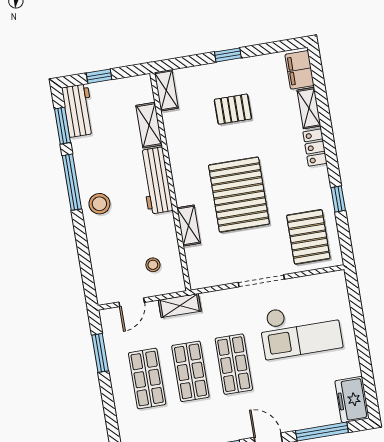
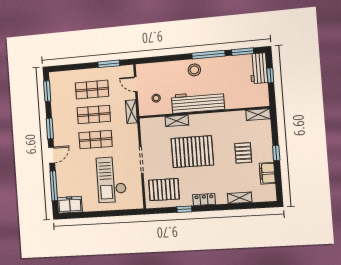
filing cabinet: (300, 70) -> (267, 173), moved, turned -90
workbench: (78, 111) -> (259, 68), moved, turned 90
shelving: (149, 125) -> (238, 103), removed
locker: (315, 148) -> (204, 200), moved
workbench: (156, 181) -> (198, 102), width x1.36, depth x1.32

